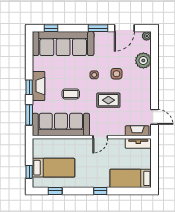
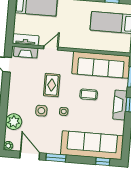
door: (124, 28) -> (30, 155), hinge flipped
rug: (108, 100) -> (52, 85), turned 90
door: (100, 137) -> (51, 48), moved

